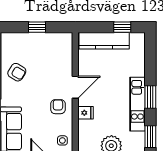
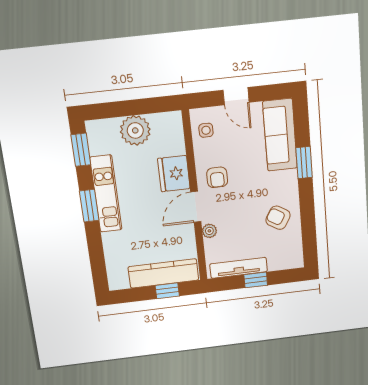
window: (122, 27) -> (167, 291), moved
tv unit: (49, 38) -> (239, 268), added
plant: (67, 68) -> (209, 231), added
fridge: (86, 113) -> (174, 174), width x1.88, depth x1.34

